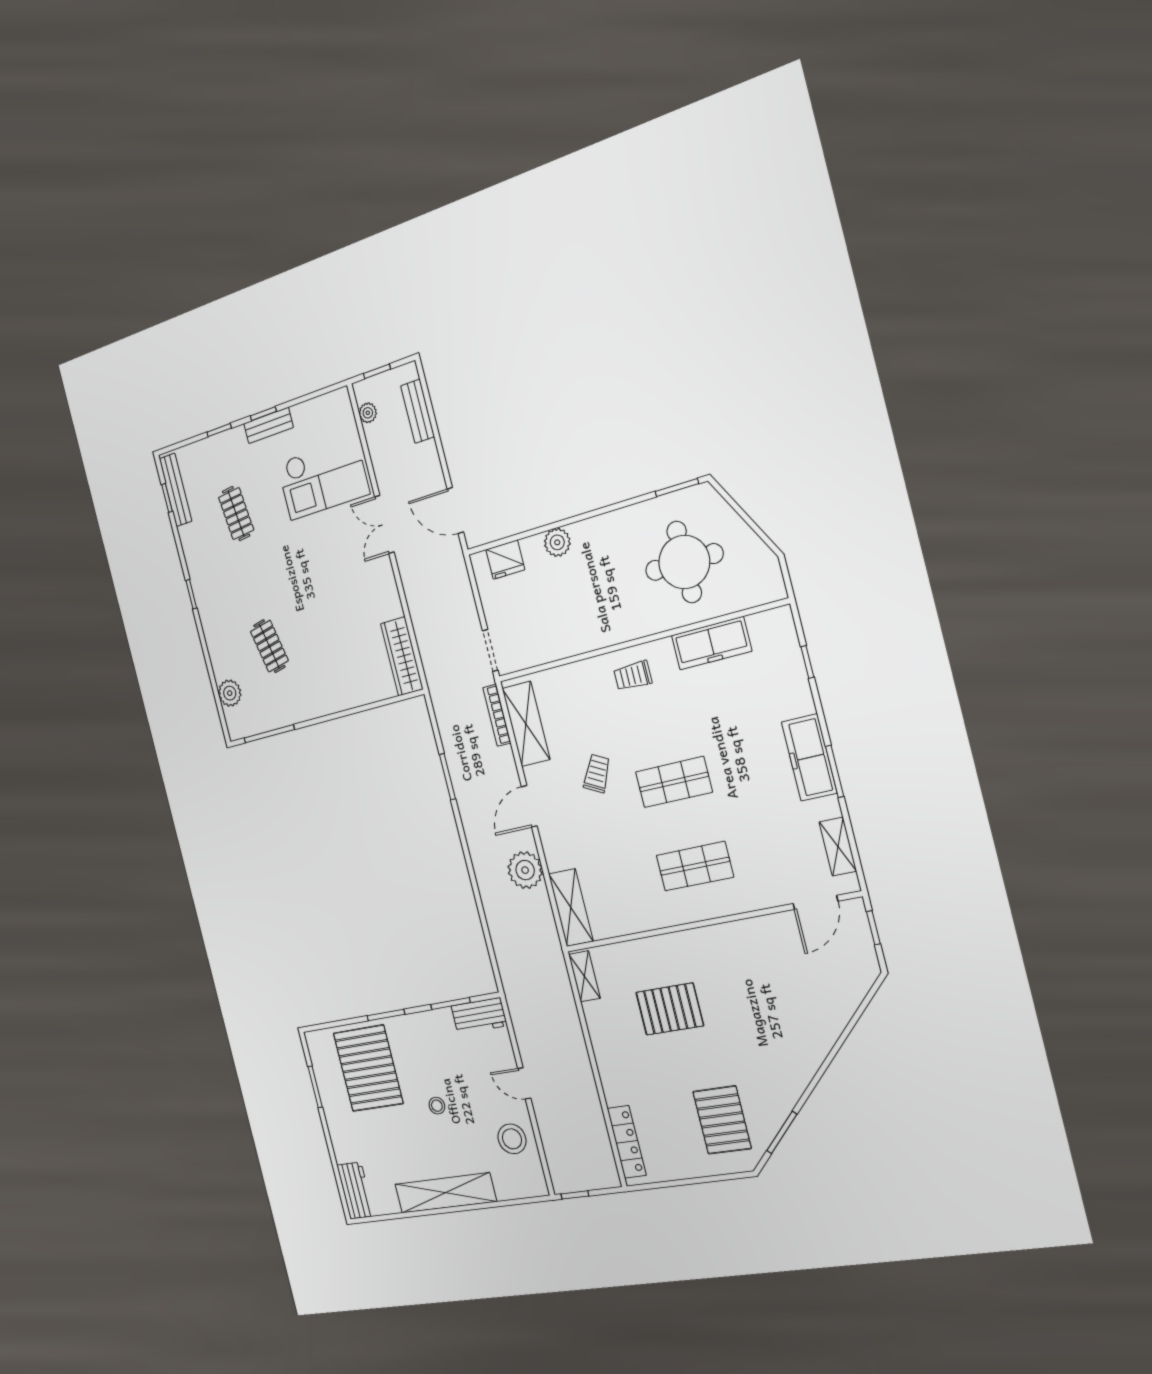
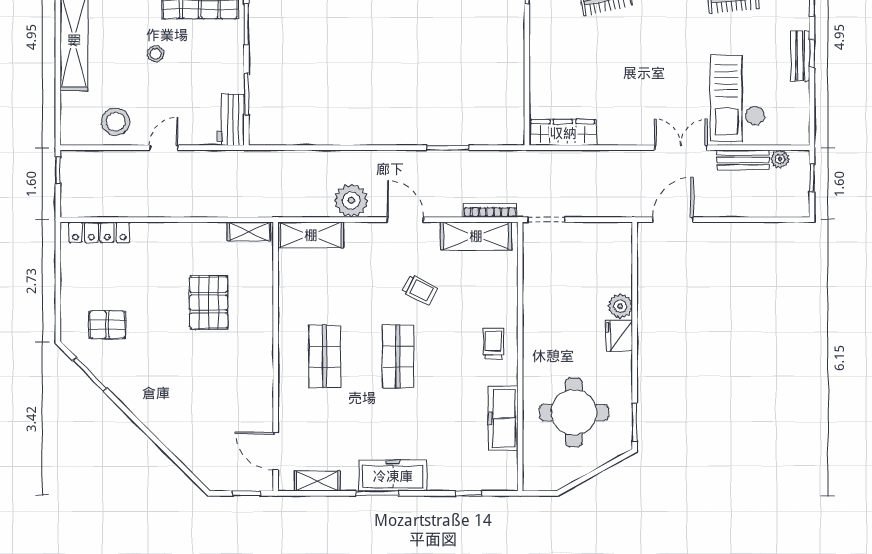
bench: (418, 411) -> (743, 160), moved
fridge: (505, 560) -> (619, 336), moved
pallet: (722, 1120) -> (107, 325), width x0.67, depth x0.71

